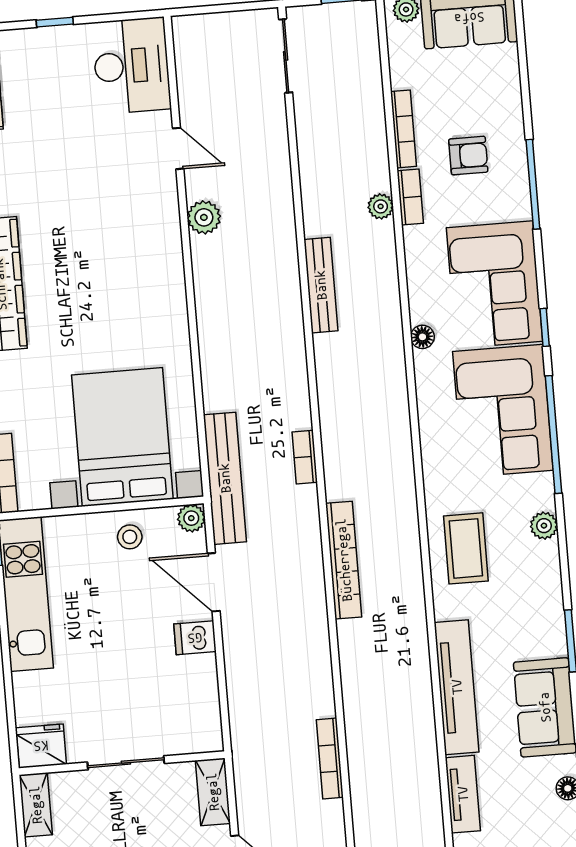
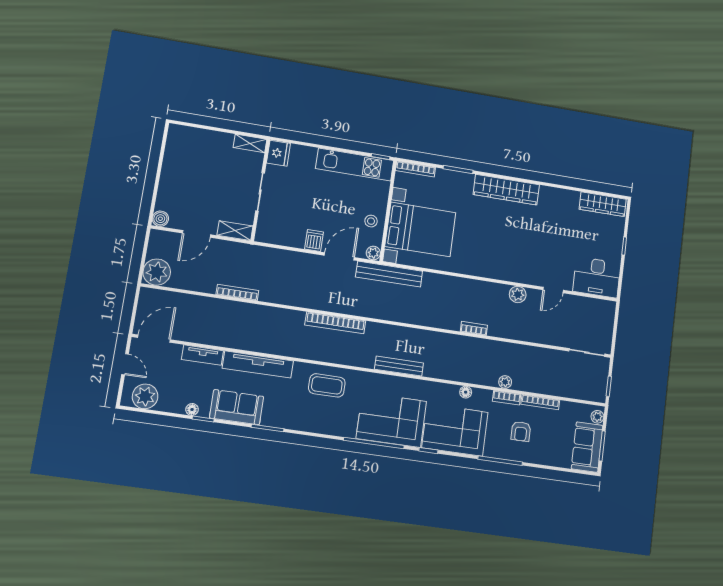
bench: (321, 285) -> (399, 366), moved
floor lamp: (422, 337) -> (466, 392), moved
bookcase: (305, 457) -> (474, 328), moved
plant: (544, 526) -> (329, 428), removed

